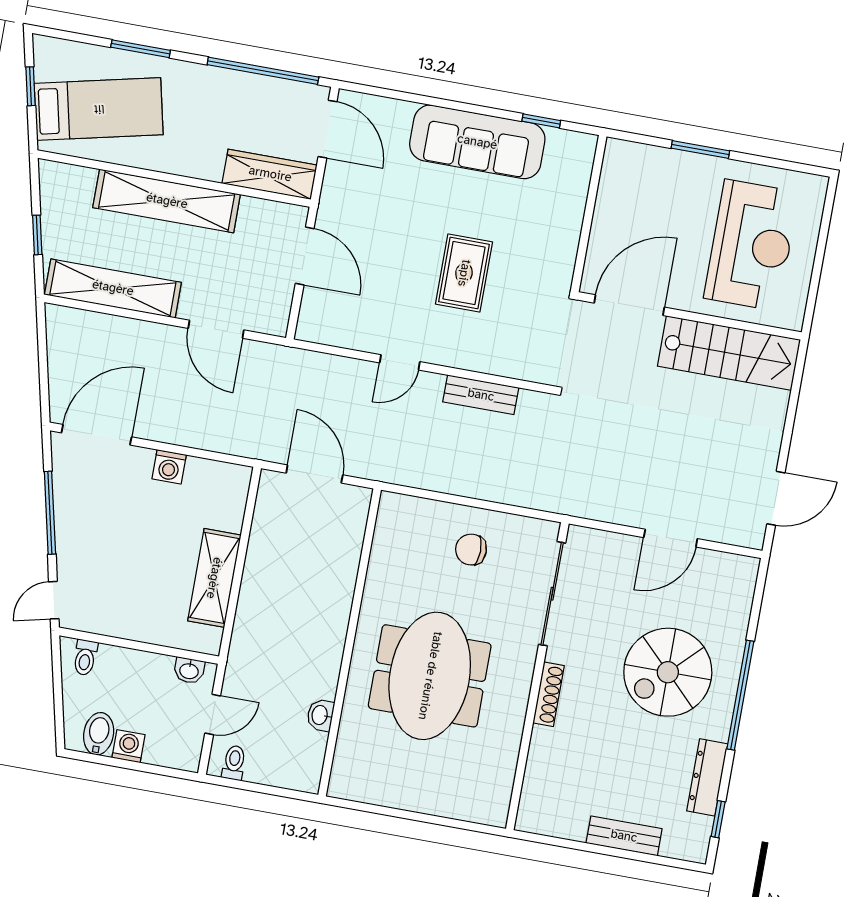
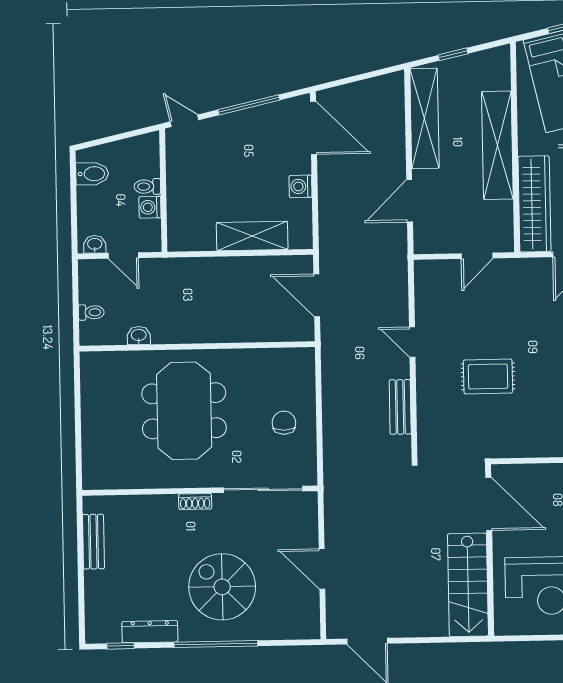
wardrobe: (270, 174) -> (534, 204), width x1.40, depth x1.17
door: (305, 256) -> (477, 256), width x0.73
door: (314, 474) -> (317, 295), swing flipped
shelving: (214, 578) -> (252, 236), moved
toilet: (85, 657) -> (147, 187), moved
washbasin: (189, 671) -> (95, 244), moved, turned 90
meeting table: (430, 676) -> (184, 411), turned 90
shoe rack: (549, 694) -> (195, 501), width x0.70
washing machine: (128, 746) -> (150, 207), moved, turned 180
toilet: (234, 763) -> (91, 312), moved
bench: (624, 836) -> (93, 542), moved

